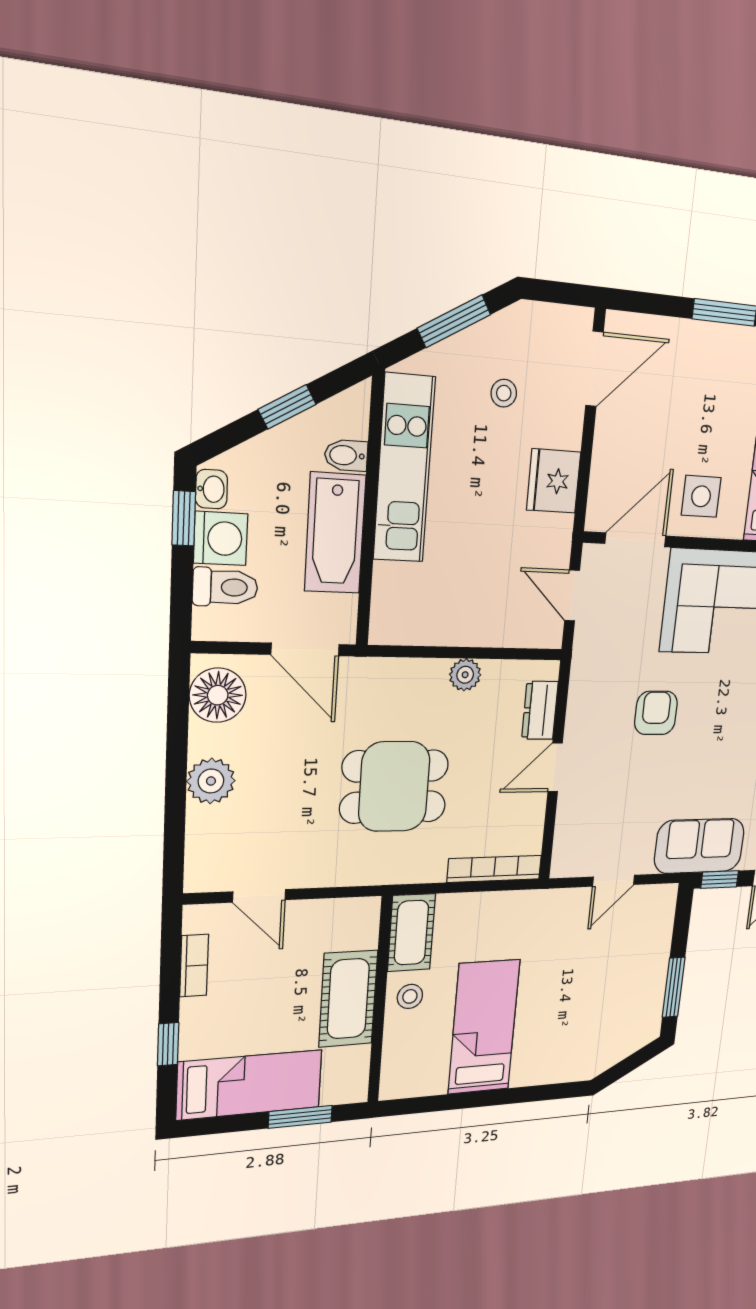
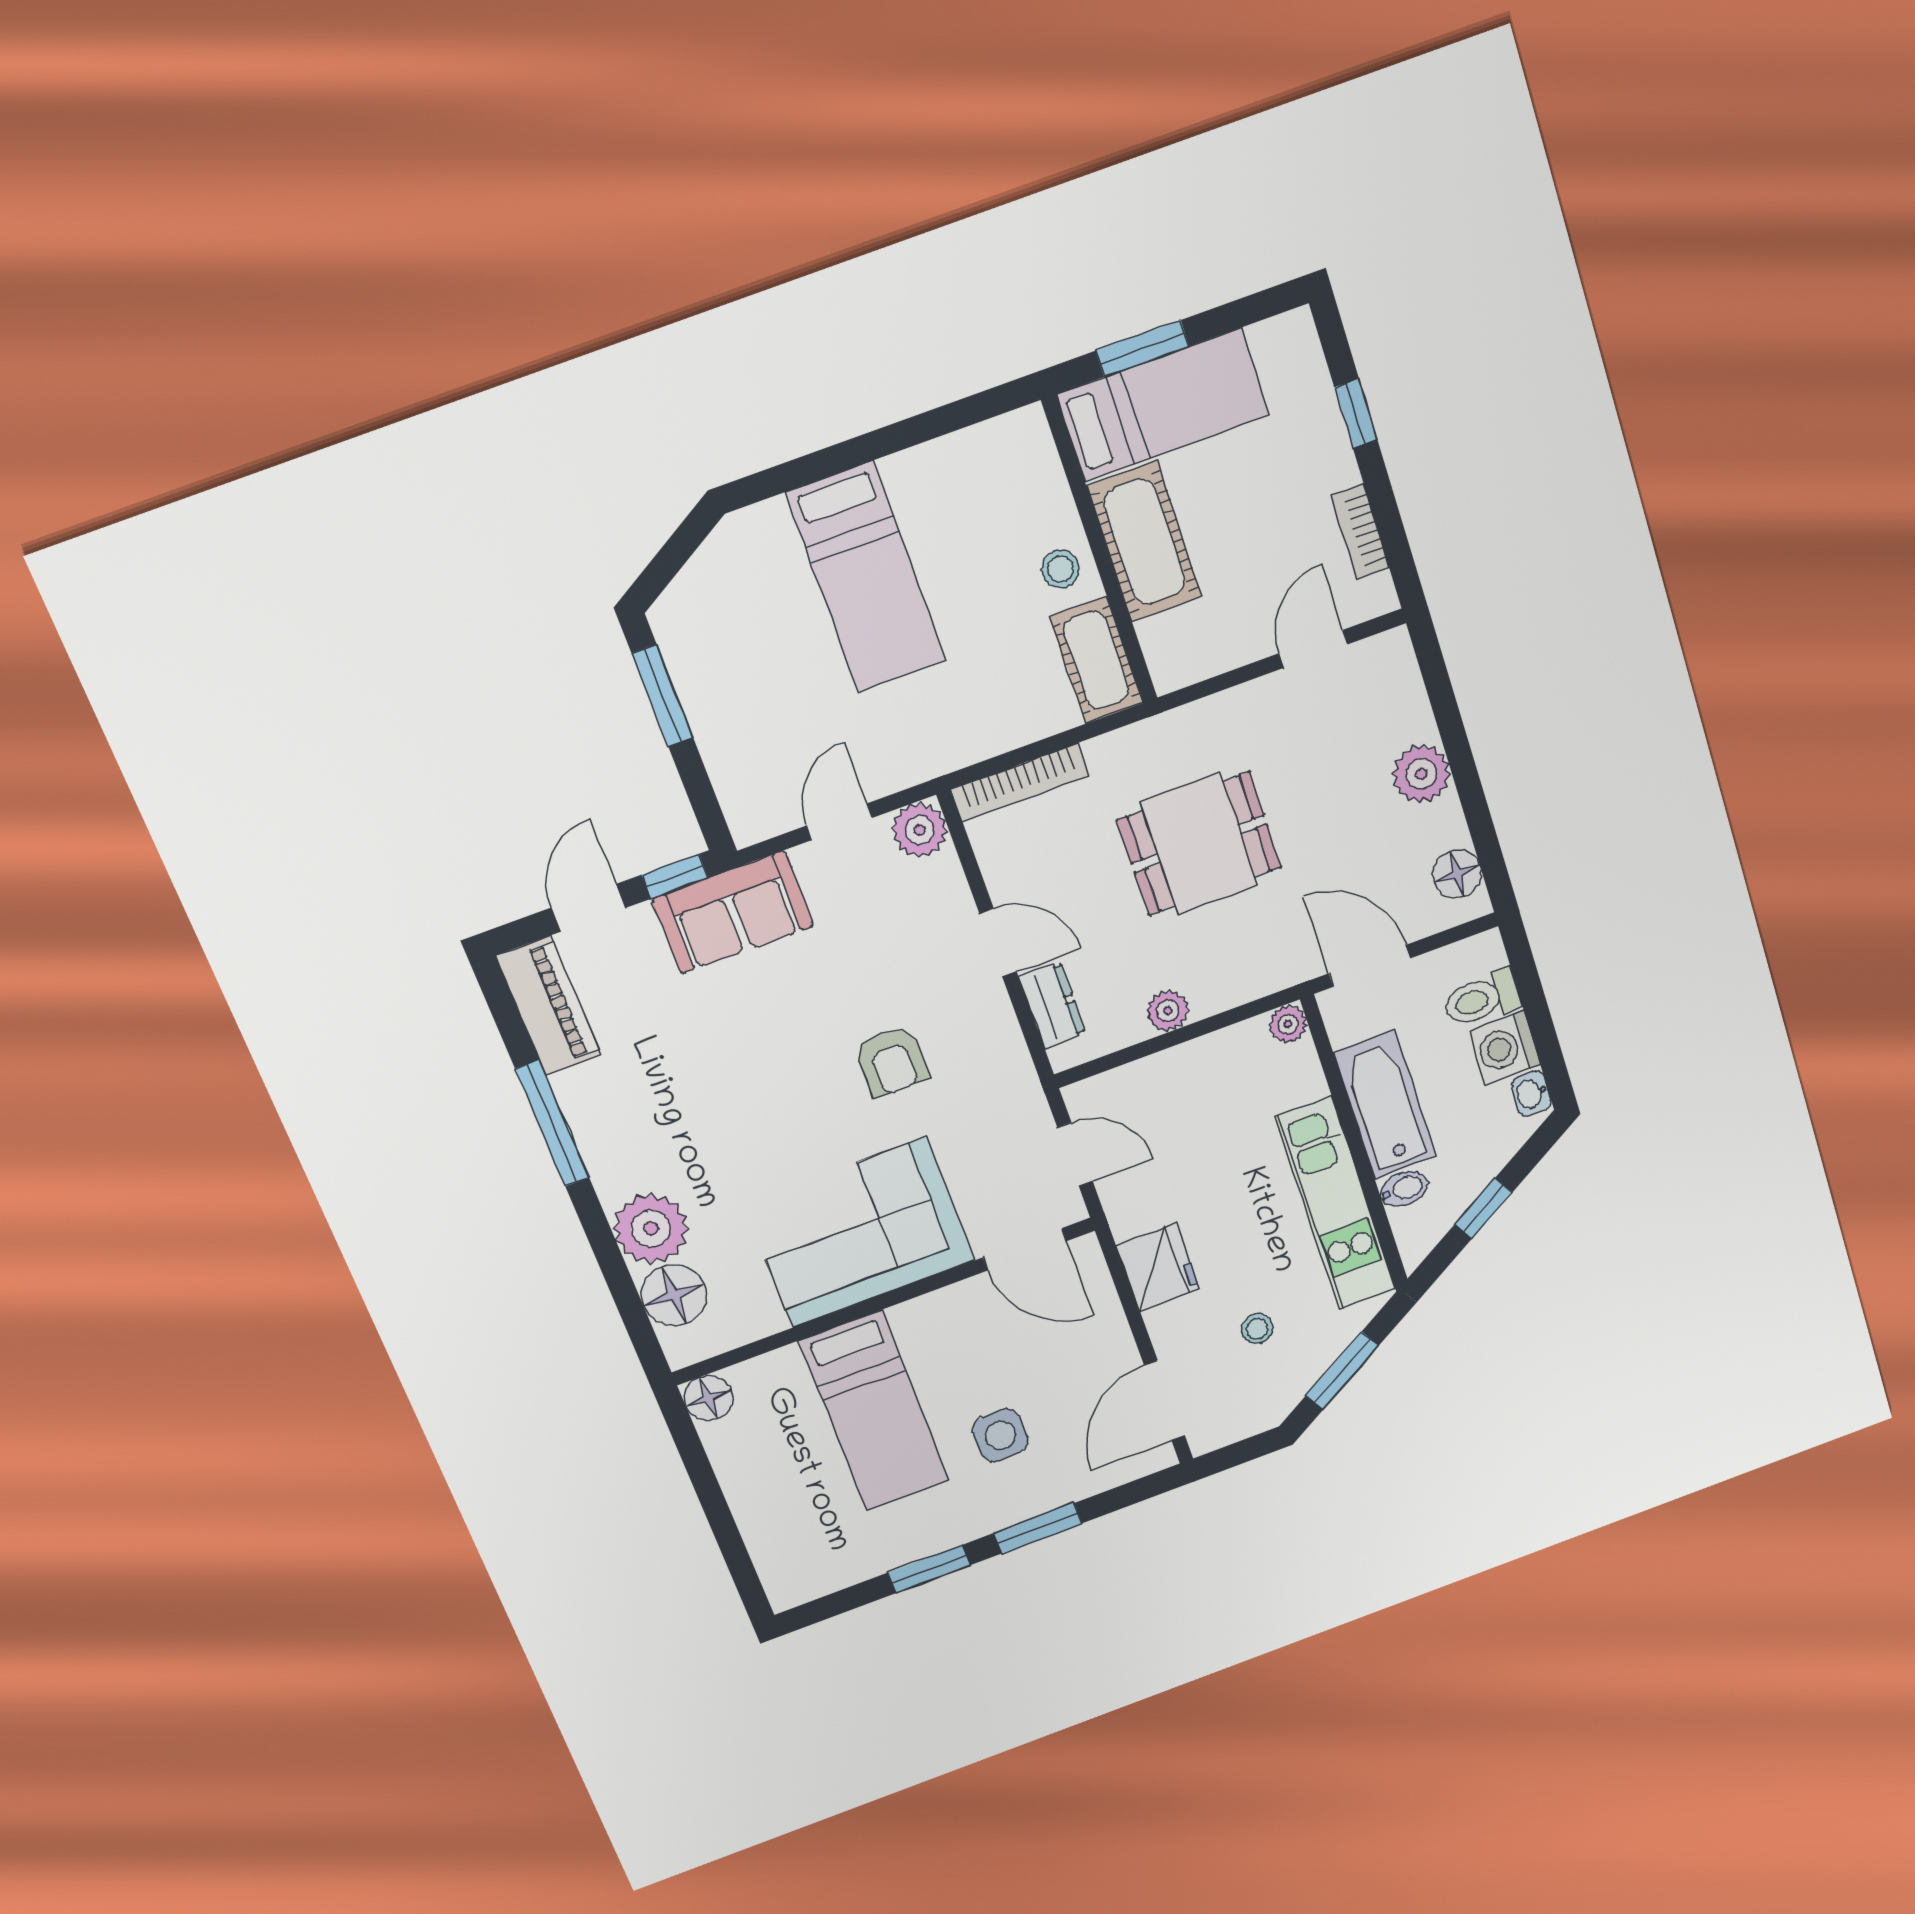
side table: (701, 496) -> (1000, 1435), moved
window: (184, 518) -> (1549, 1052), removed
door: (635, 540) -> (1025, 1249), hinge flipped
plant: (384, 629) -> (1288, 1024), added
floor lamp: (218, 695) -> (1457, 874), width x0.73, depth x0.73
door: (555, 767) -> (998, 943), hinge flipped
plant: (569, 859) -> (920, 830), added
door: (259, 896) -> (1313, 649), hinge flipped
bed: (484, 1027) -> (866, 577), moved
bed: (250, 1085) -> (1163, 405), moved, turned 180

